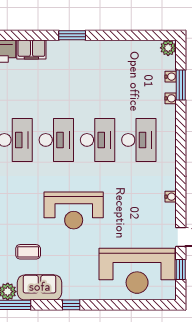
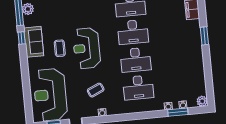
coffee table: (137, 203) -> (96, 90), added
coffee table: (28, 252) -> (60, 48), moved
sofa: (40, 287) -> (34, 42), moved
window: (71, 305) -> (22, 38), moved

